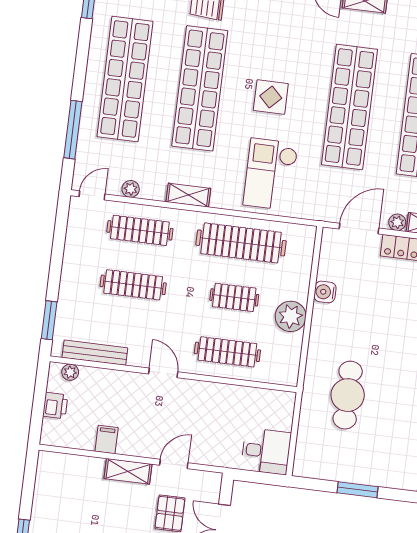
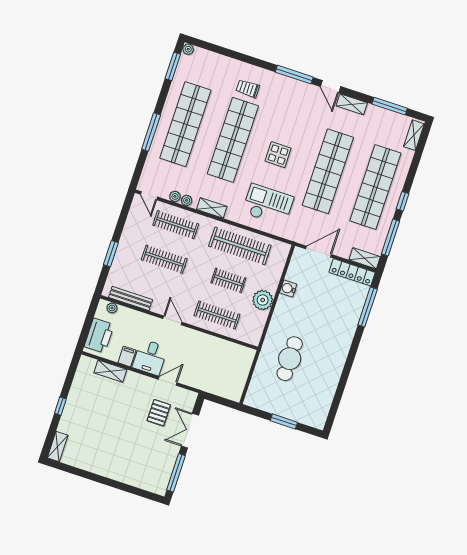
window: (73, 130) -> (151, 132), moved
checkout: (271, 174) -> (268, 205), turned 90
door: (92, 195) -> (149, 196), swing flipped
plant: (397, 222) -> (187, 200), moved
window: (49, 320) -> (111, 254), moved
printer: (55, 406) -> (99, 336), width x1.87, depth x1.48
desk: (266, 451) -> (150, 357), moved, turned 90
shelving: (128, 471) -> (110, 371), moved

